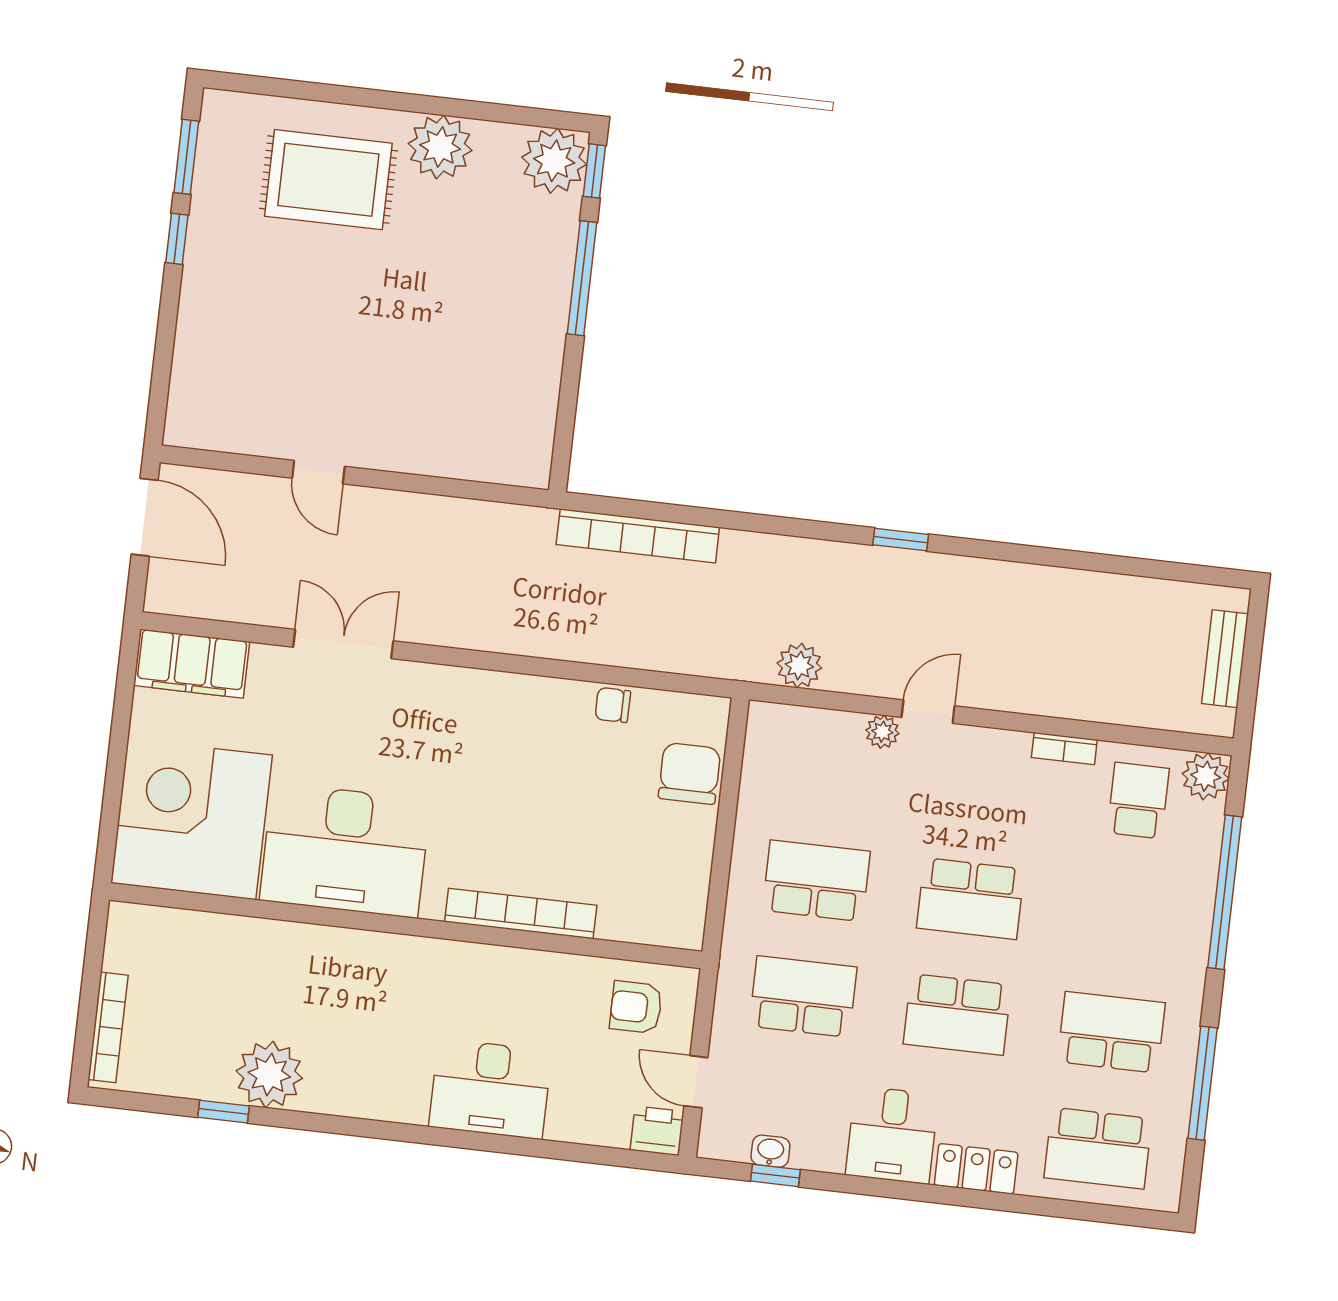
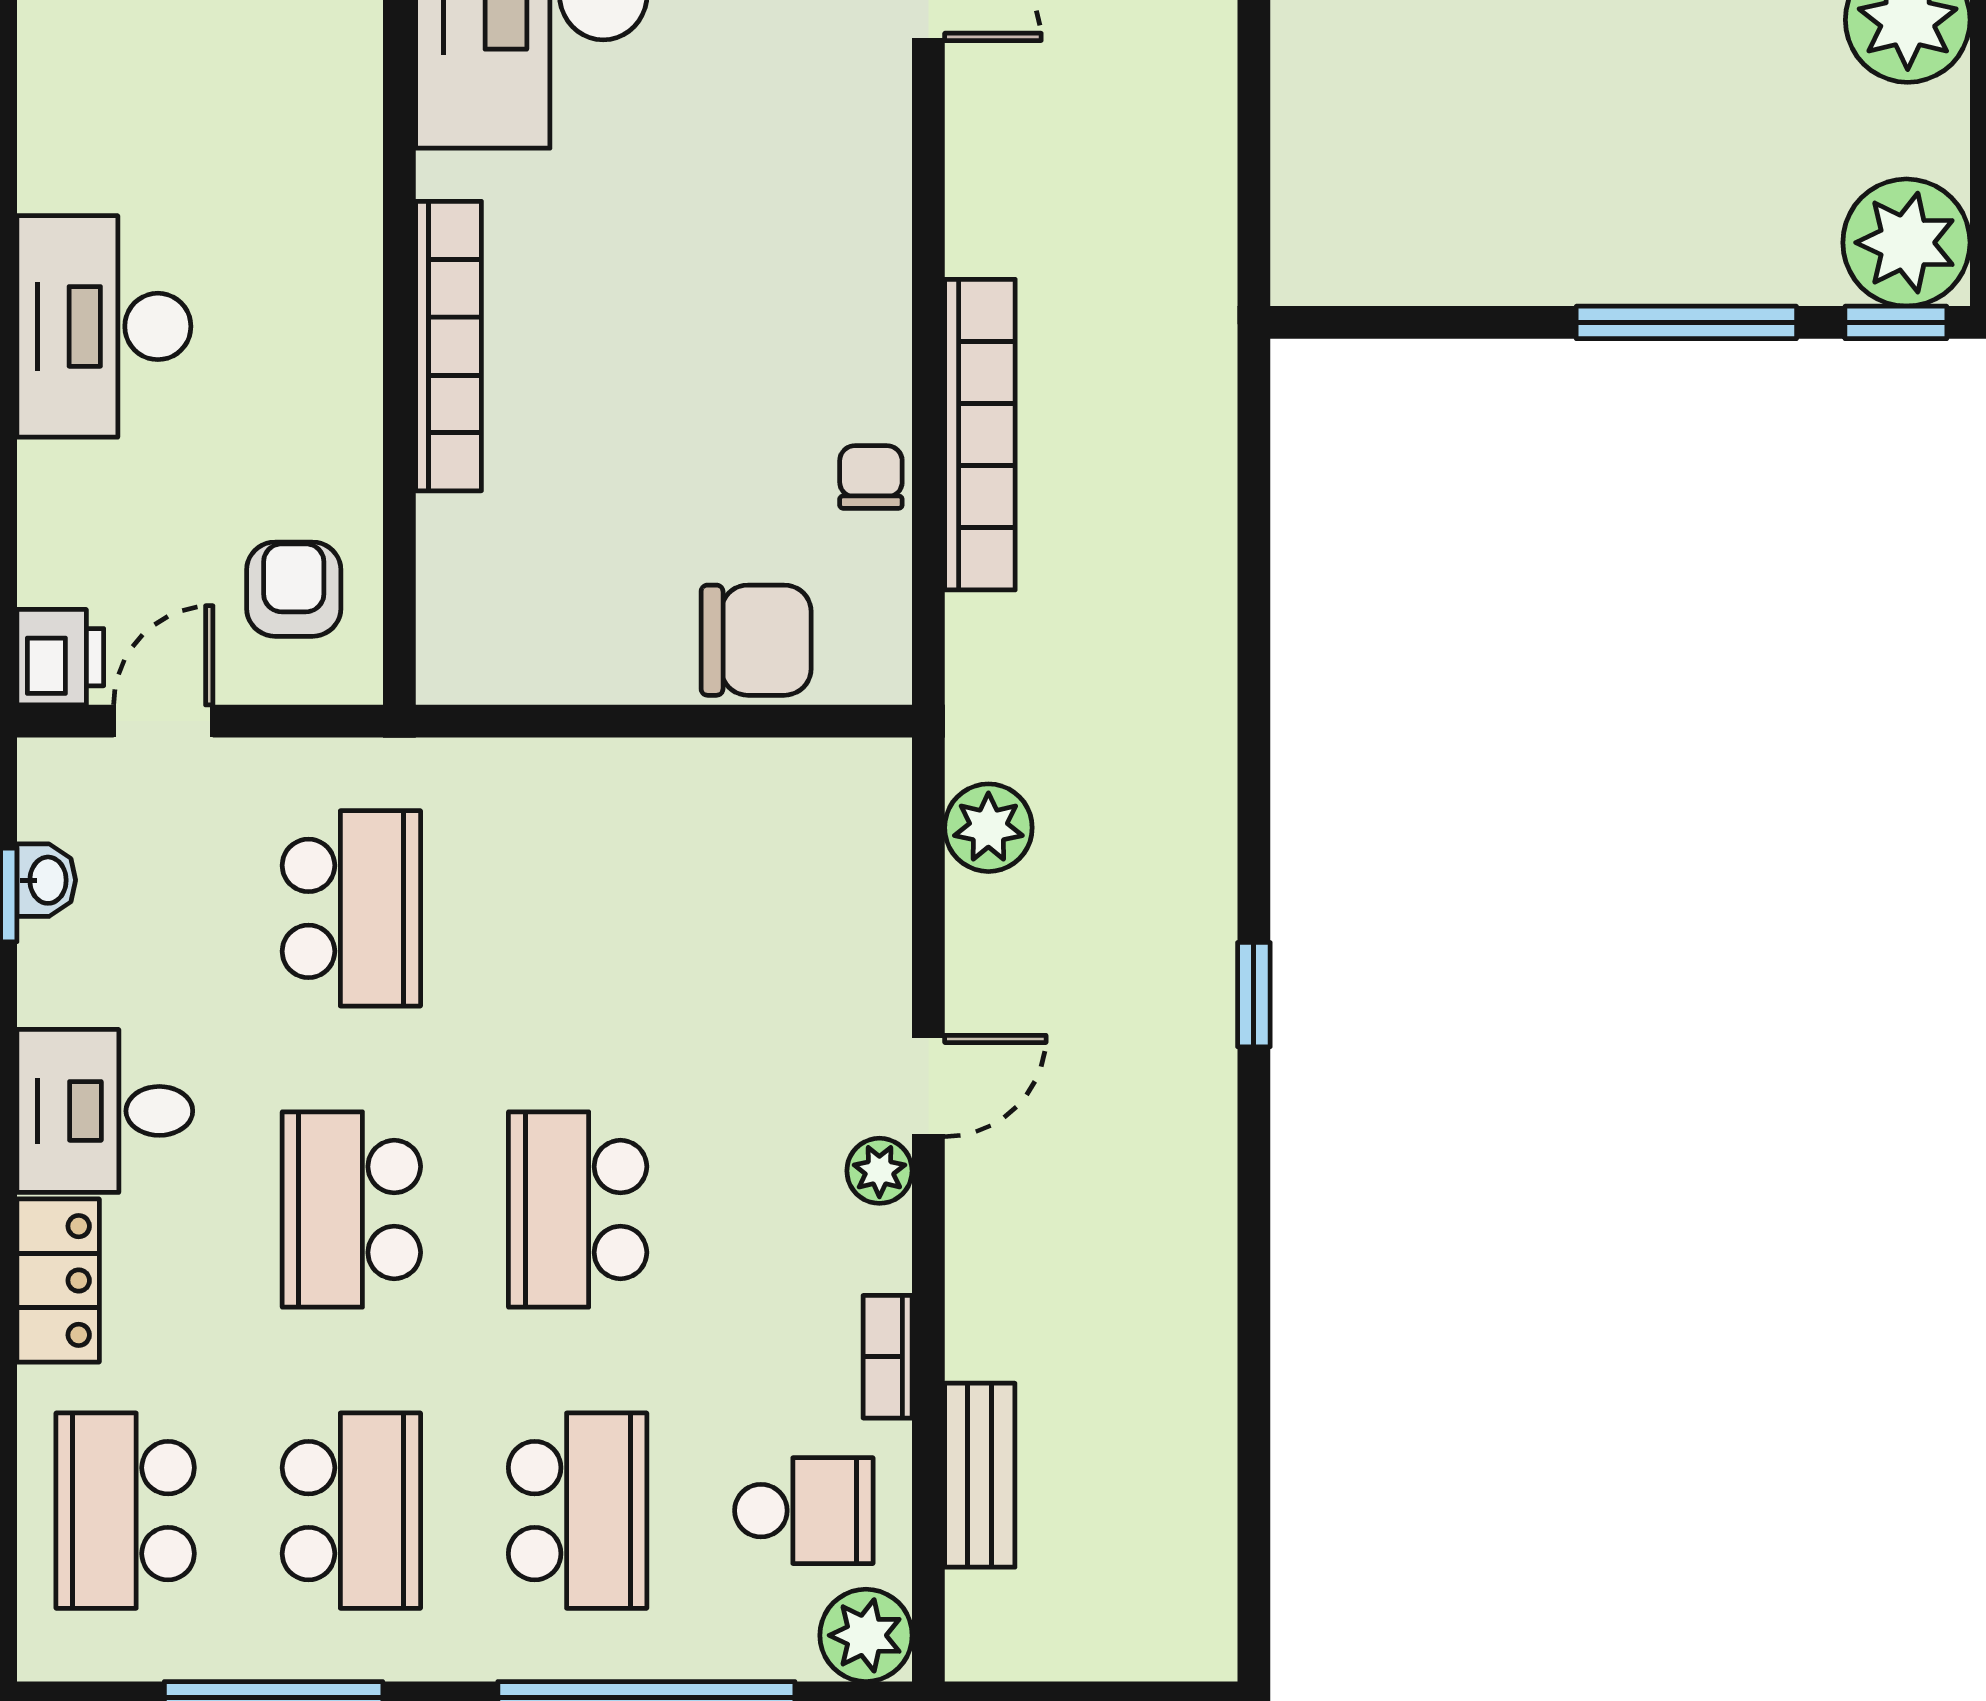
bookcase: (638, 536) -> (980, 435), moved, turned 180
bench: (1225, 659) -> (980, 1475), moved, turned 90
door: (928, 712) -> (928, 1086), hinge flipped
plant: (882, 732) -> (879, 1171), moved
school desk: (816, 881) -> (578, 1511), moved

